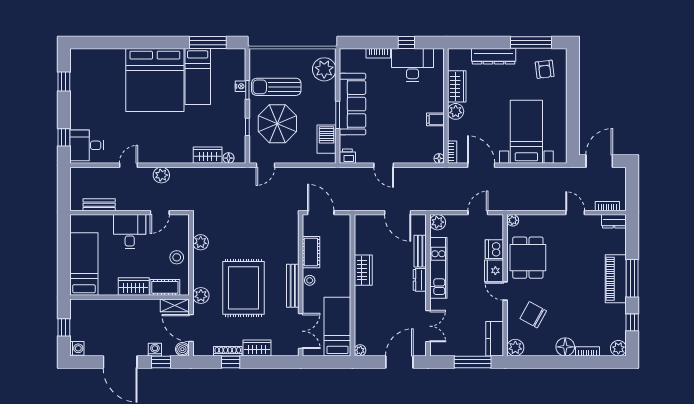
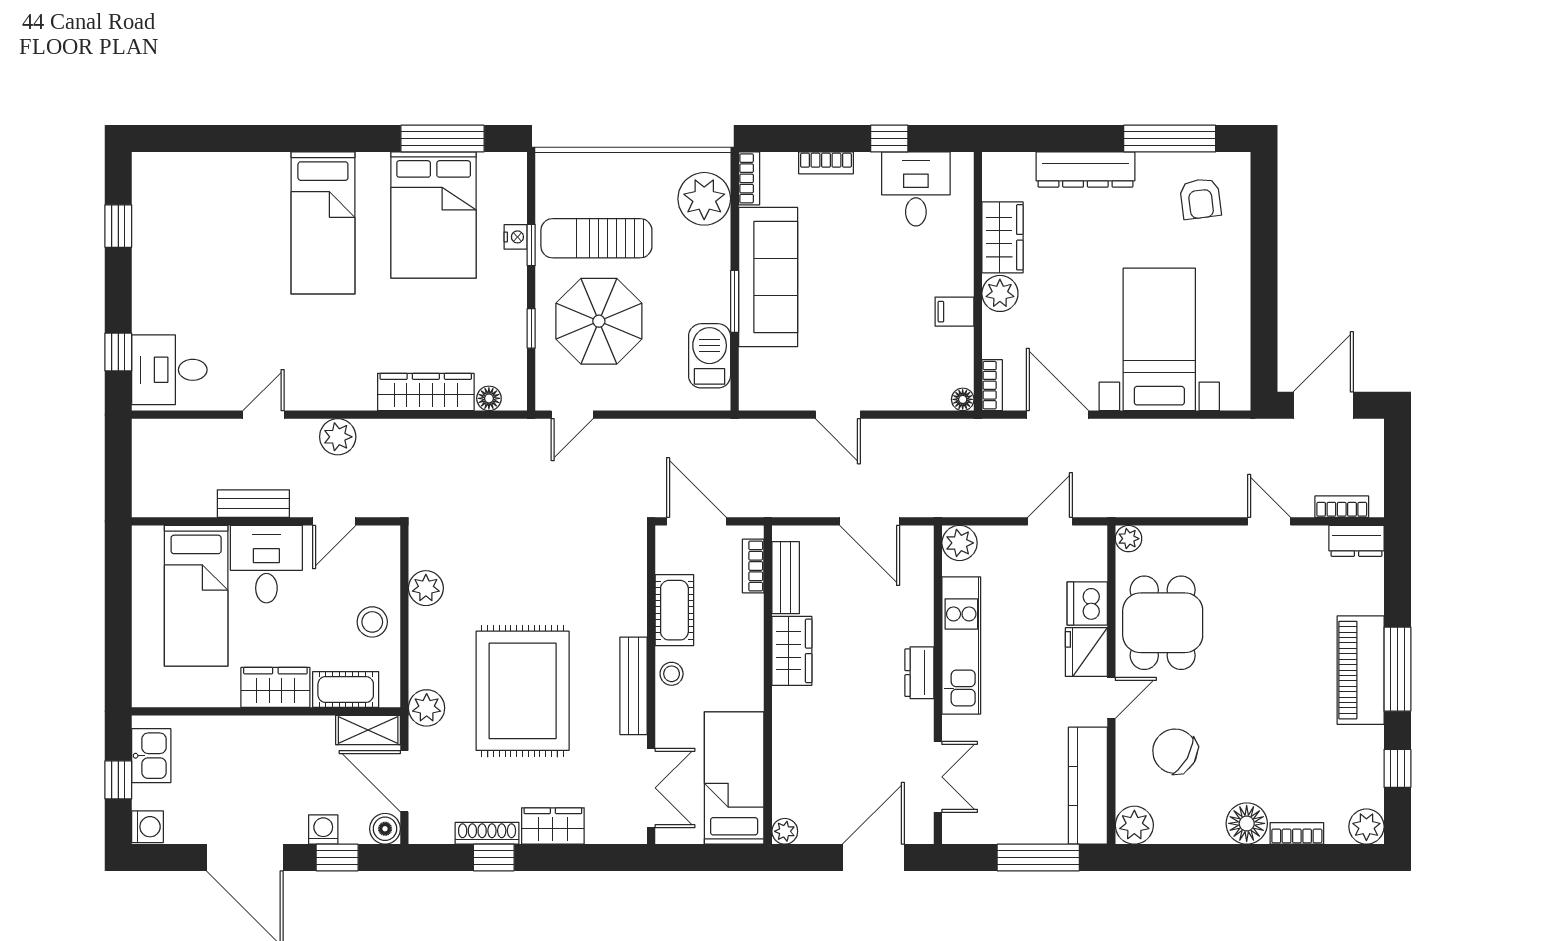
bookcase: (344, 60) -> (749, 178), added
desk: (413, 65) -> (916, 189), width x0.73
bed: (198, 77) -> (434, 215), width x1.50
bed: (155, 80) -> (323, 223), width x0.49
wardrobe: (208, 155) -> (426, 392), width x1.50
printer: (347, 156) -> (756, 394), removed
bench: (99, 205) -> (253, 504), moved
bookcase: (346, 232) -> (753, 566), added
bench: (420, 251) -> (786, 578), moved
bed: (84, 264) -> (196, 596), moved, turned 180
door: (505, 291) -> (1111, 698), swing flipped
kitchen sink: (79, 317) -> (151, 756), added
kitchen counter: (495, 339) -> (1088, 786), width x1.50

